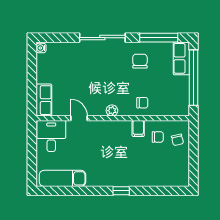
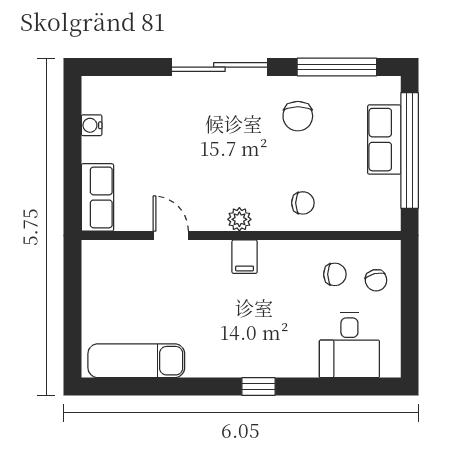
water cooler: (41, 48) -> (92, 125), moved
row of seats: (181, 58) -> (384, 140), moved
chair: (140, 61) -> (298, 116), turned 180
filing cabinet: (138, 128) -> (245, 257), moved
desk: (51, 136) -> (349, 345), moved, turned 180

